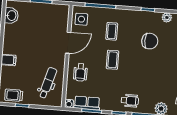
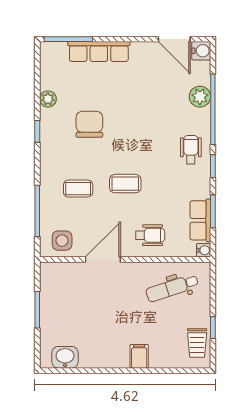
door: (68, 43) -> (103, 259), hinge flipped
dental chair: (48, 83) -> (172, 288), turned -34

